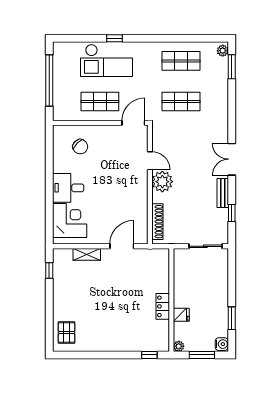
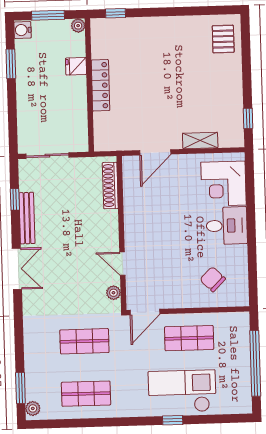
plant: (162, 182) -> (113, 293), moved, width x0.53, depth x0.53
bench: (223, 193) -> (27, 218), width x1.36
locker: (163, 306) -> (101, 85), width x1.53

